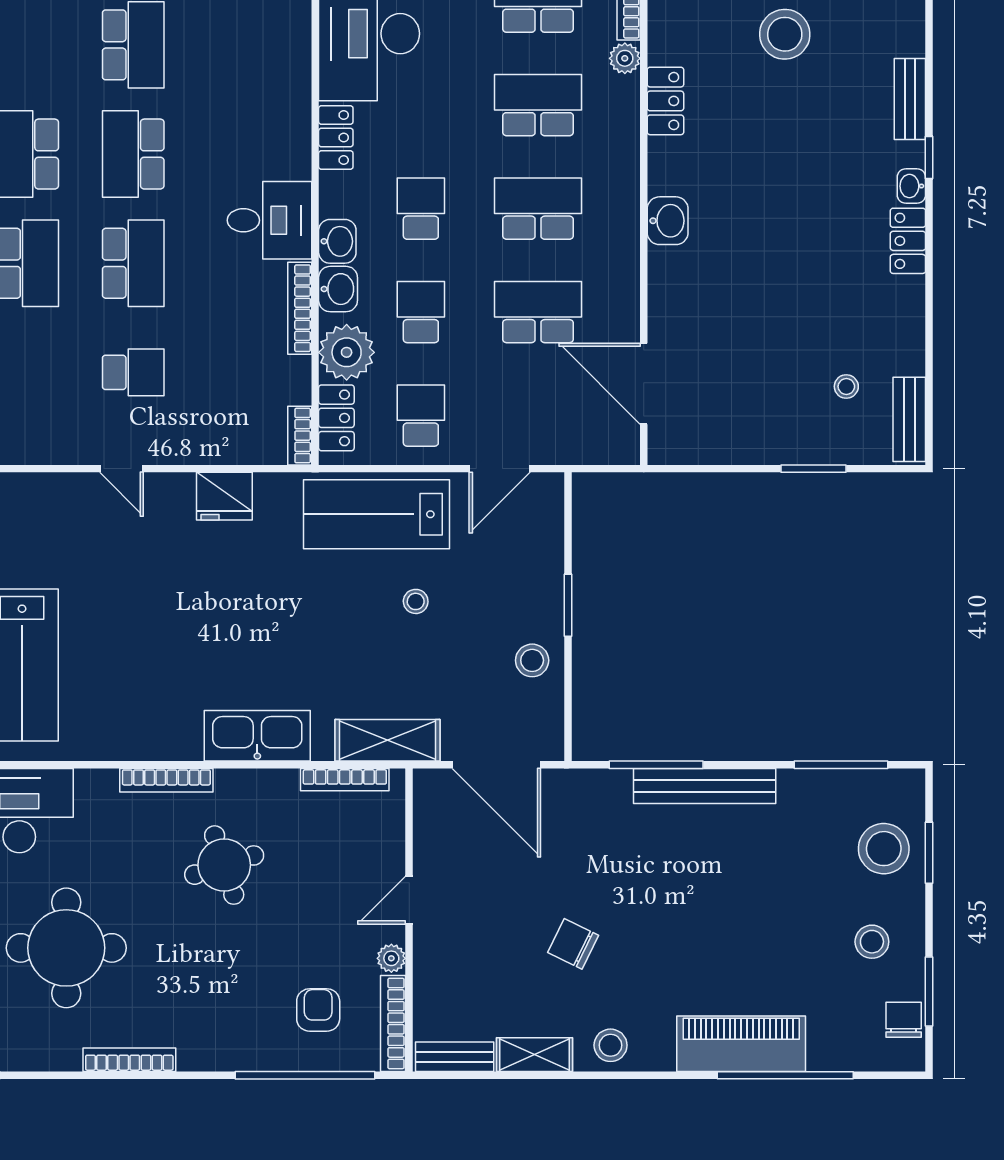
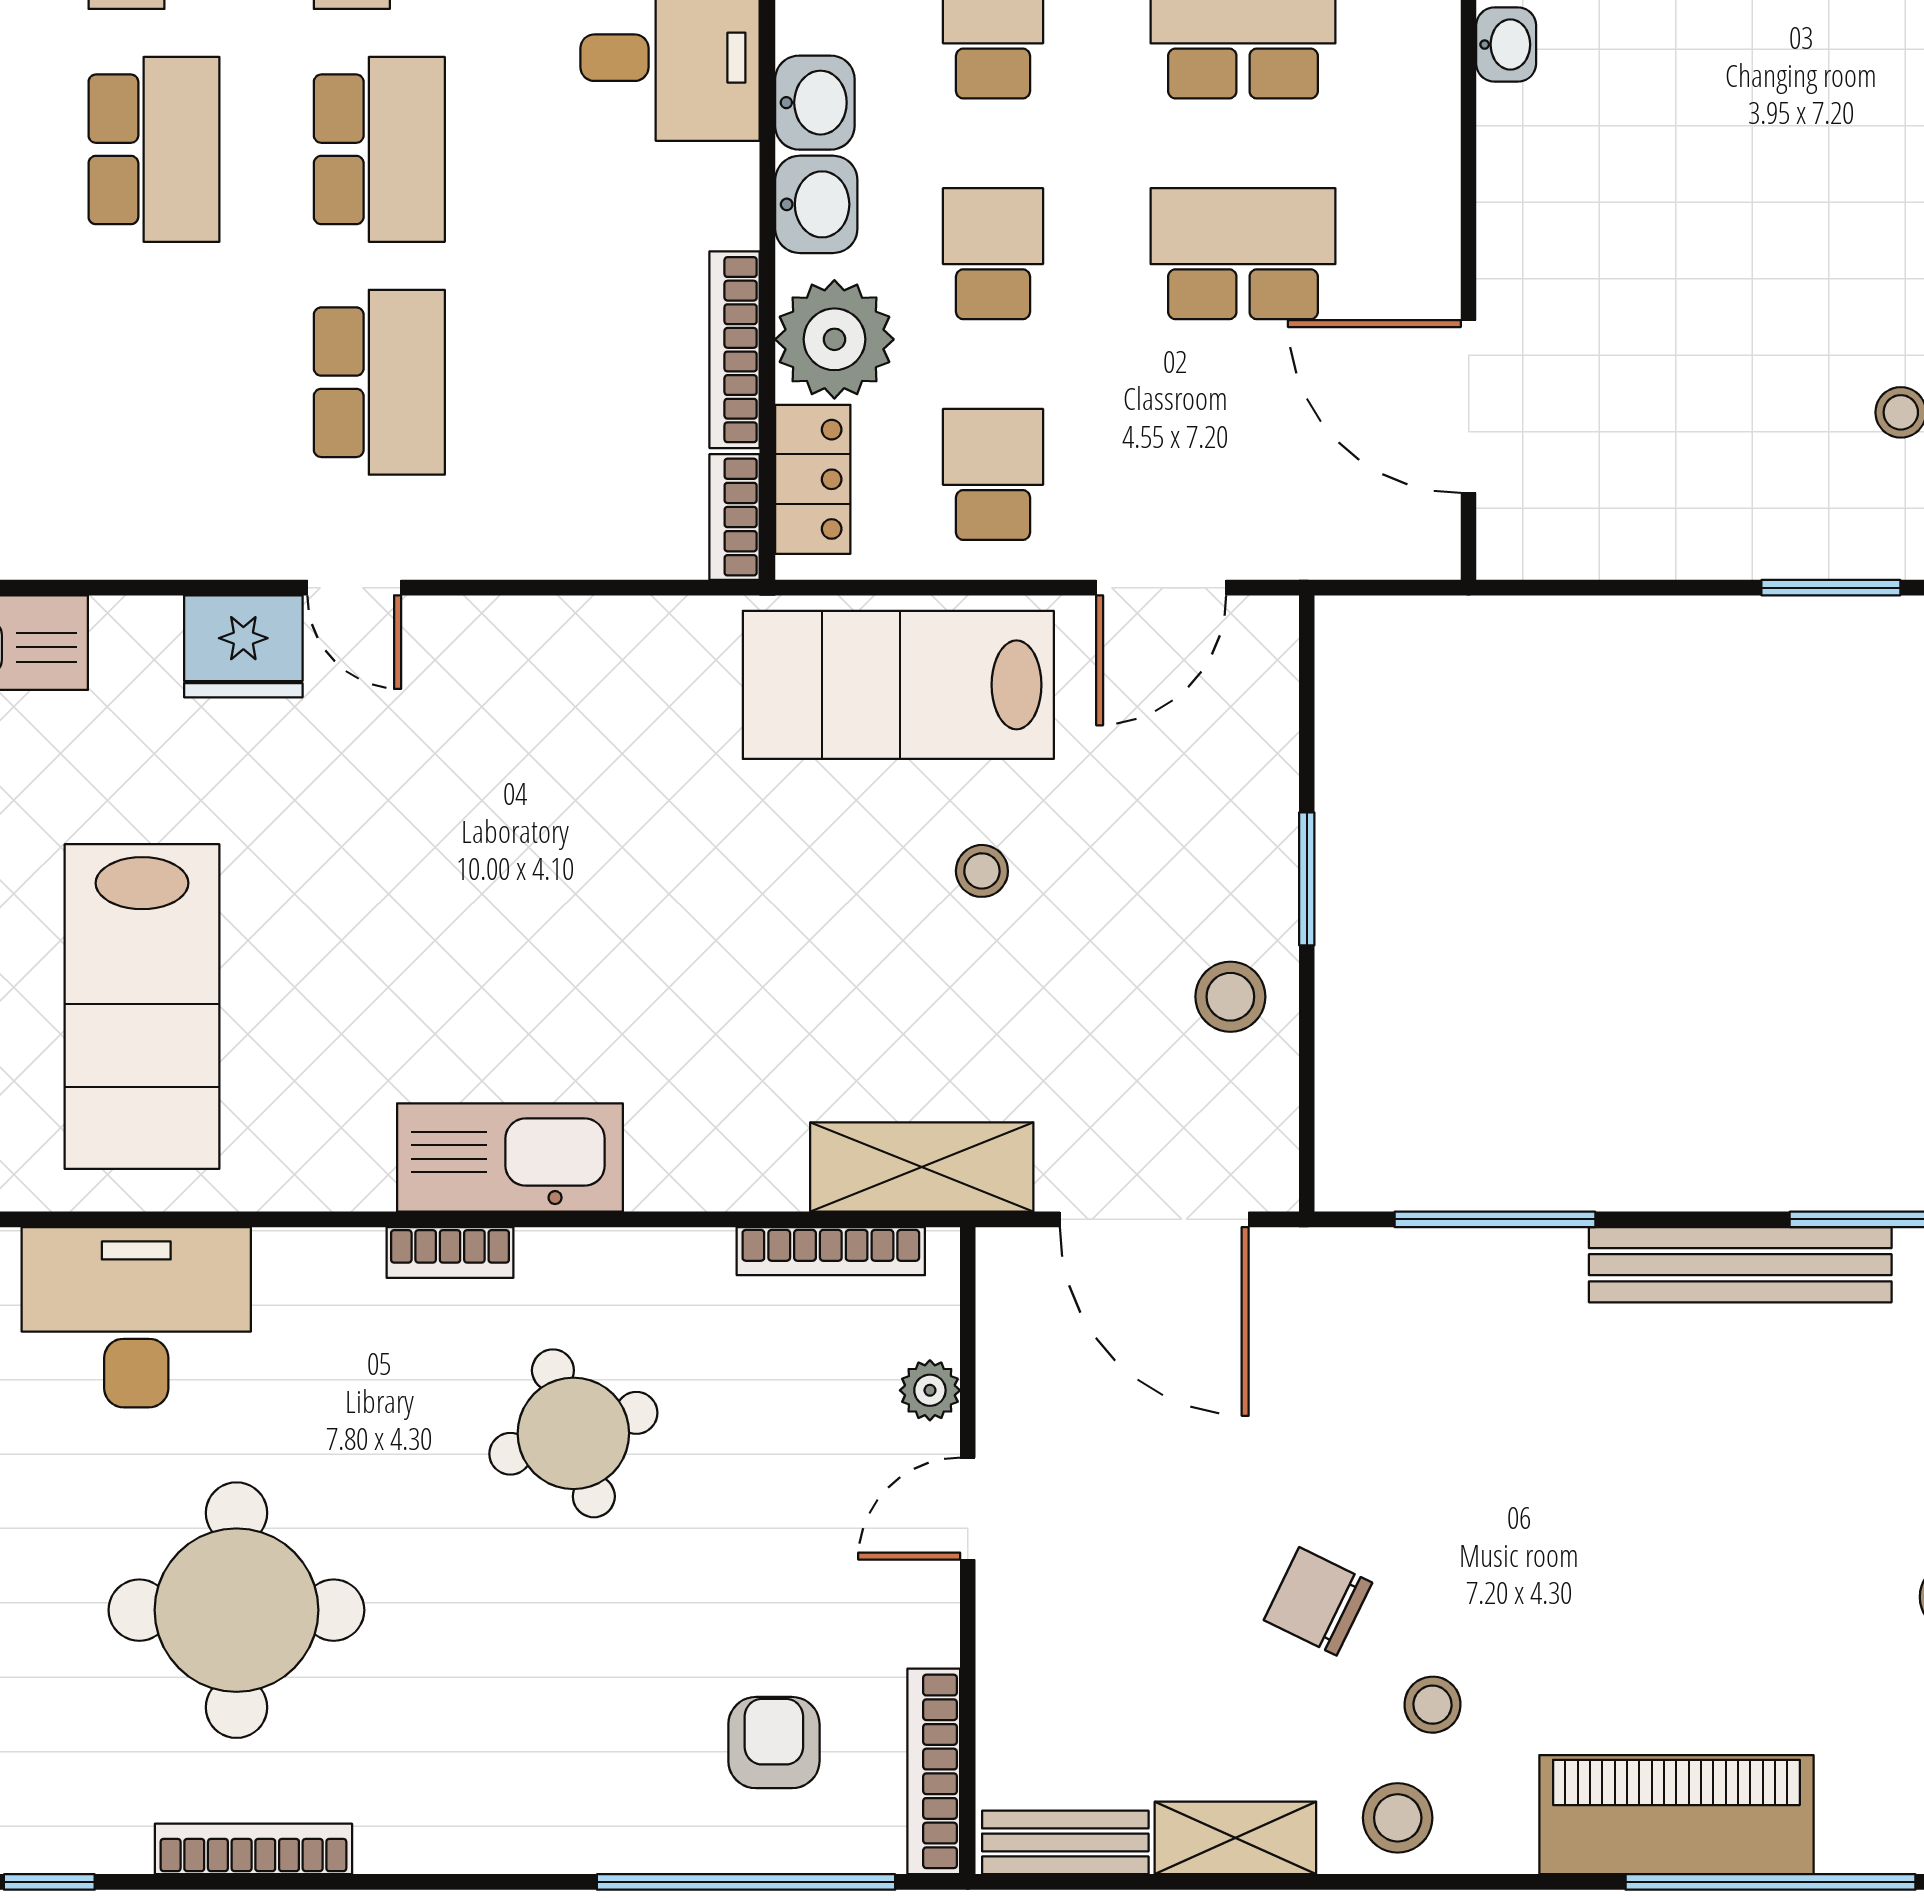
washbasin: (668, 221) -> (1506, 45), width x0.72, depth x0.69
bookcase: (300, 308) -> (735, 350), moved
school desk: (133, 372) -> (379, 382), width x1.85
fridge: (224, 496) -> (243, 646), moved
kitchen sink: (257, 736) -> (510, 1157), moved
bookcase: (166, 780) -> (450, 1252), width x0.64
bench: (705, 786) -> (1740, 1265), moved
plant: (391, 958) -> (930, 1390), moved
stool: (627, 992) -> (1433, 1705), added
bookcase: (129, 1060) -> (253, 1849), moved

